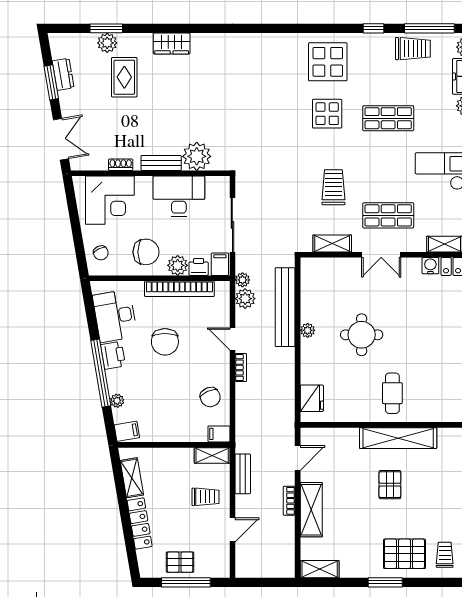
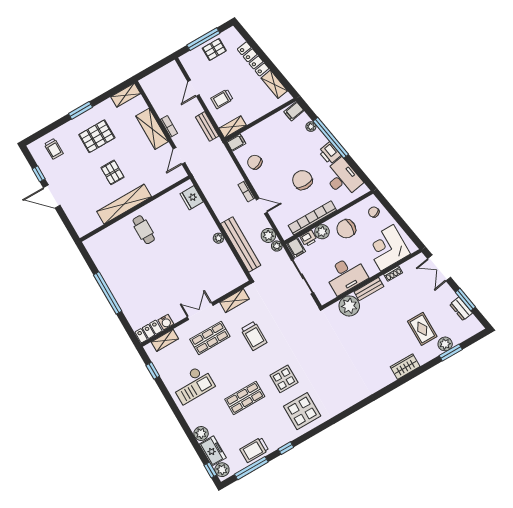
round table: (362, 335) -> (184, 255), removed
pallet: (405, 554) -> (97, 136), moved

